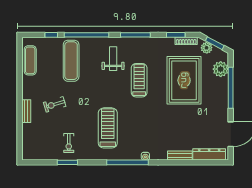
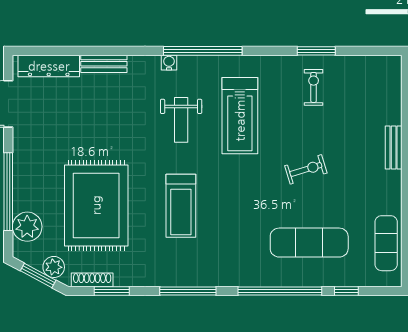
weight bench: (113, 59) -> (181, 120), moved
exercise mat: (71, 61) -> (309, 243), turned 90
exercise bike: (55, 104) -> (306, 169), moved

